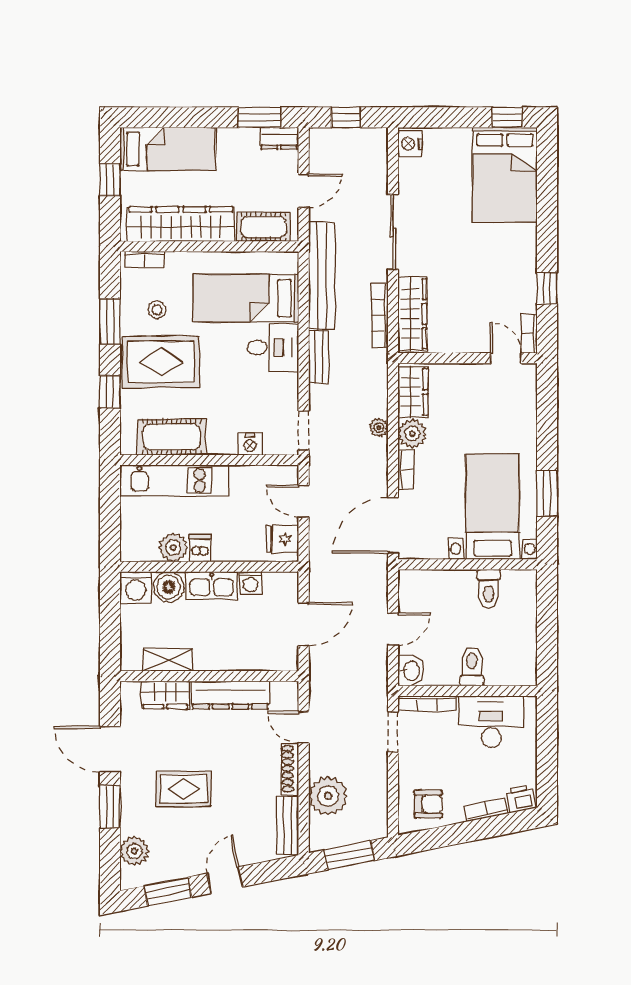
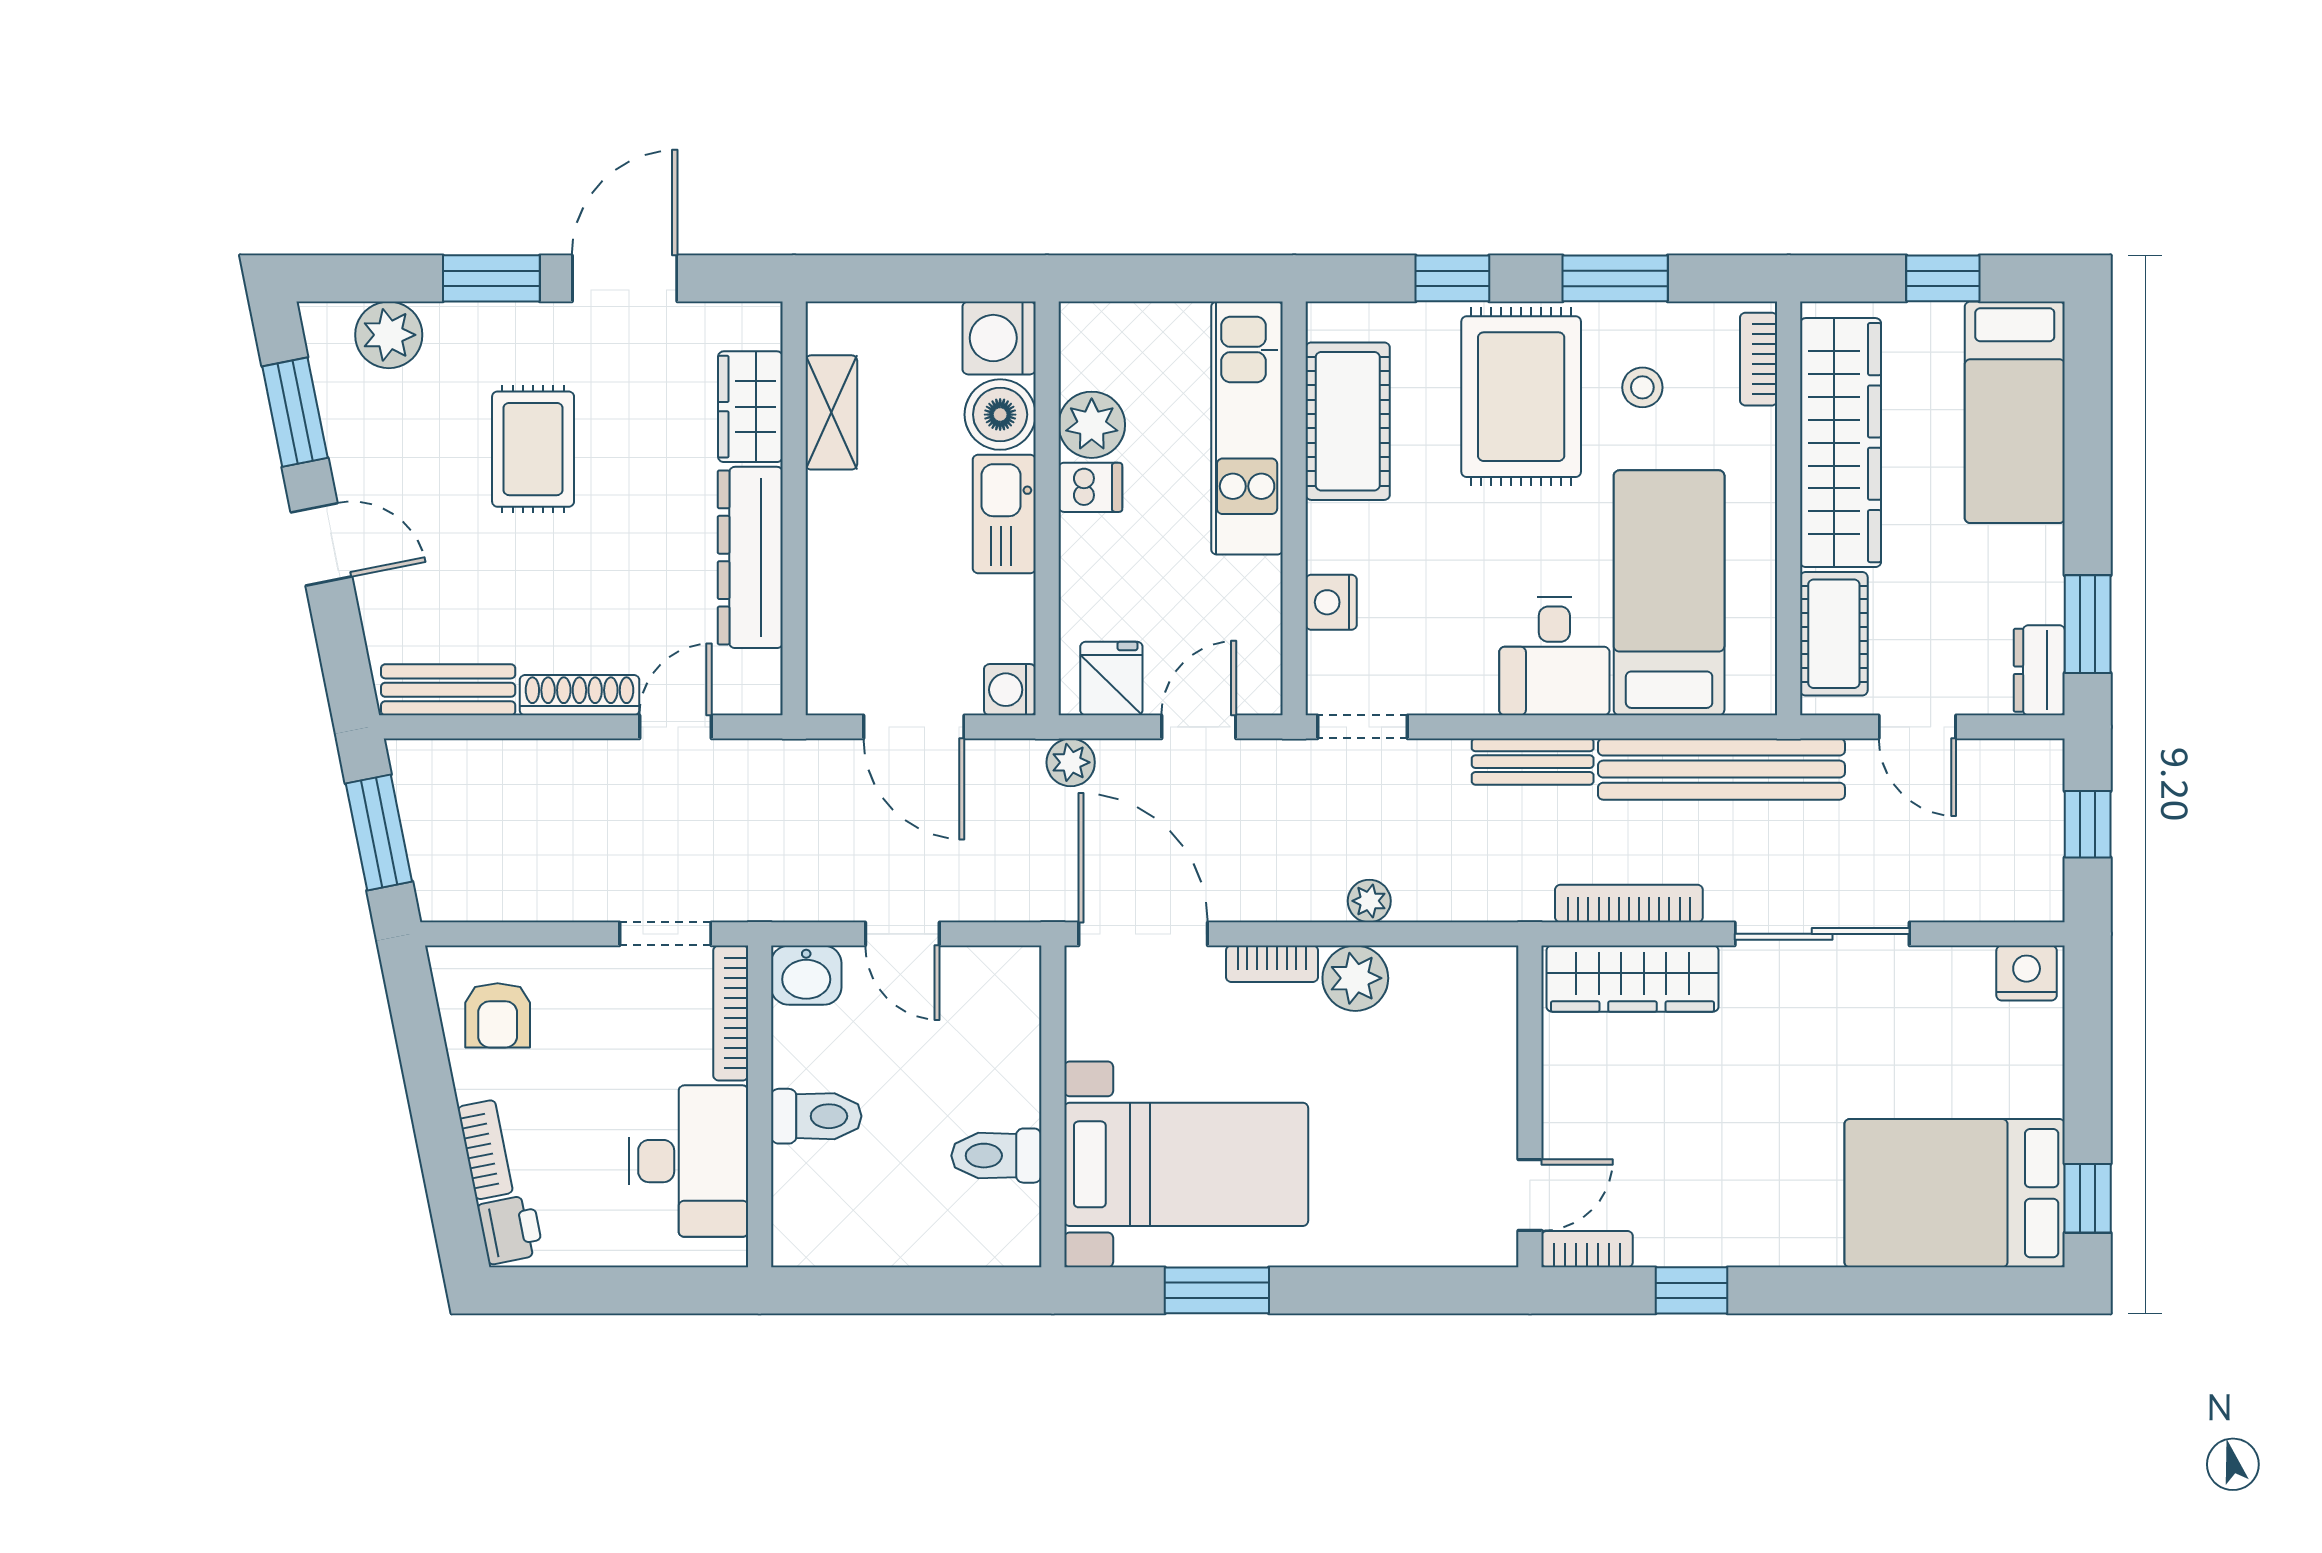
wardrobe: (413, 392) -> (1452, 980), removed
washing machine: (250, 583) -> (1010, 690), moved
plant: (328, 796) -> (1071, 762), moved, width x0.53, depth x0.53

